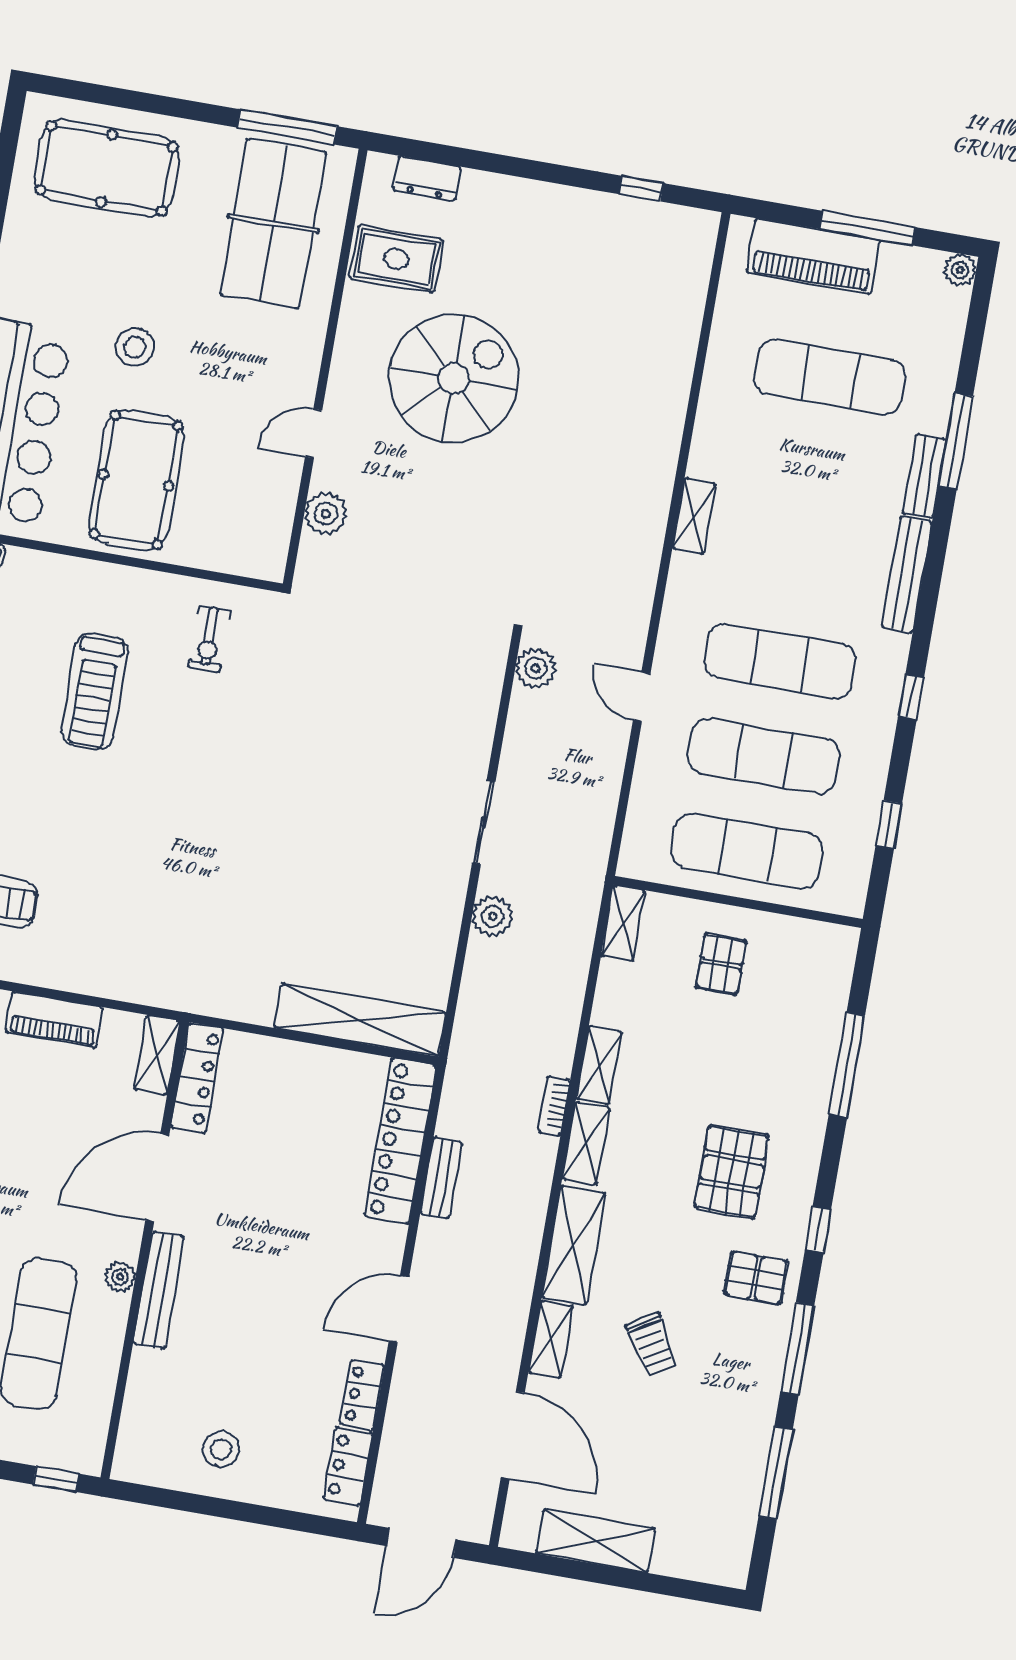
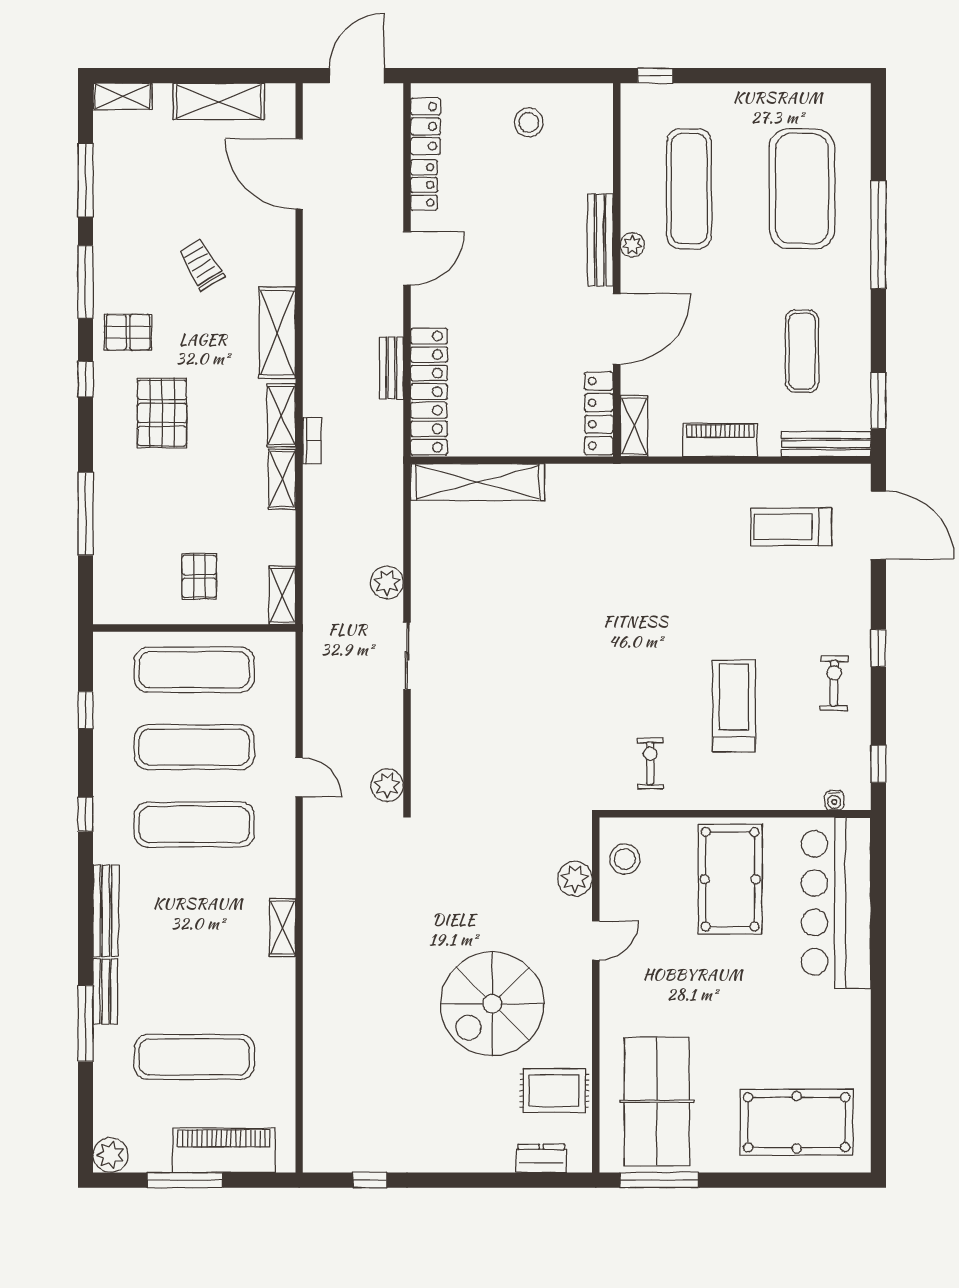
plant: (960, 270) -> (111, 1155), width x1.38, depth x1.38
stool: (135, 347) -> (625, 859), moved
shelving: (551, 1339) -> (122, 96), moved, turned 90

